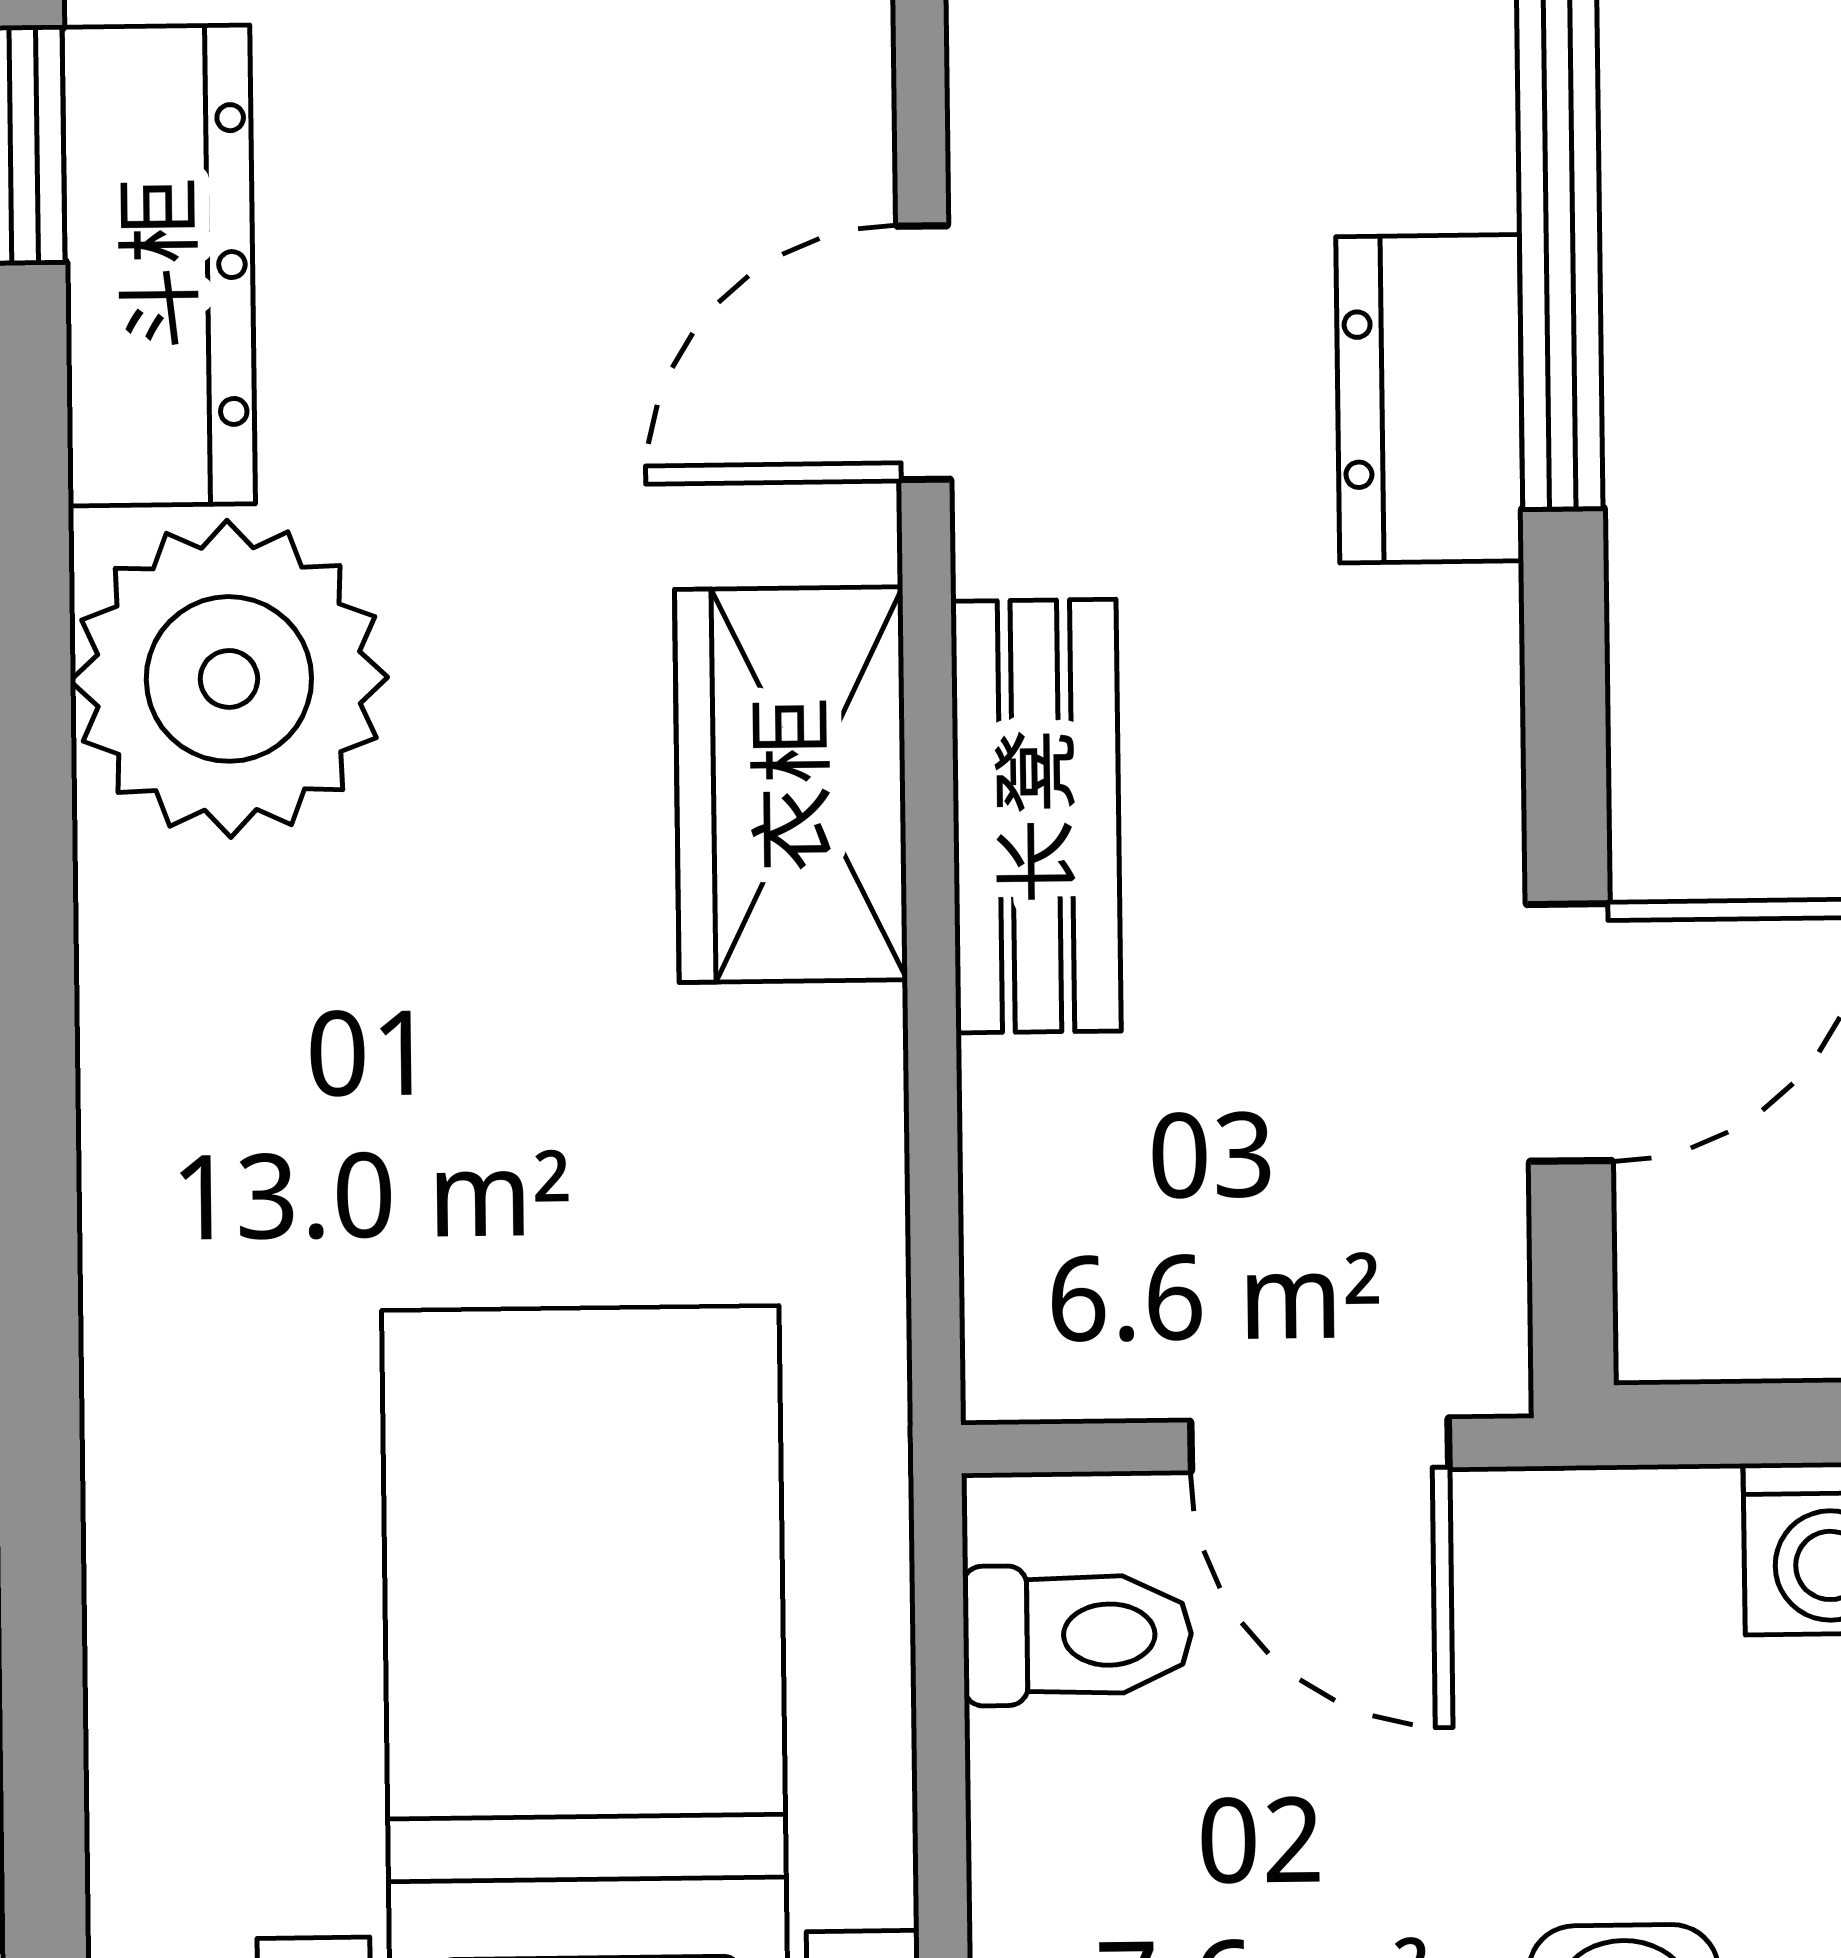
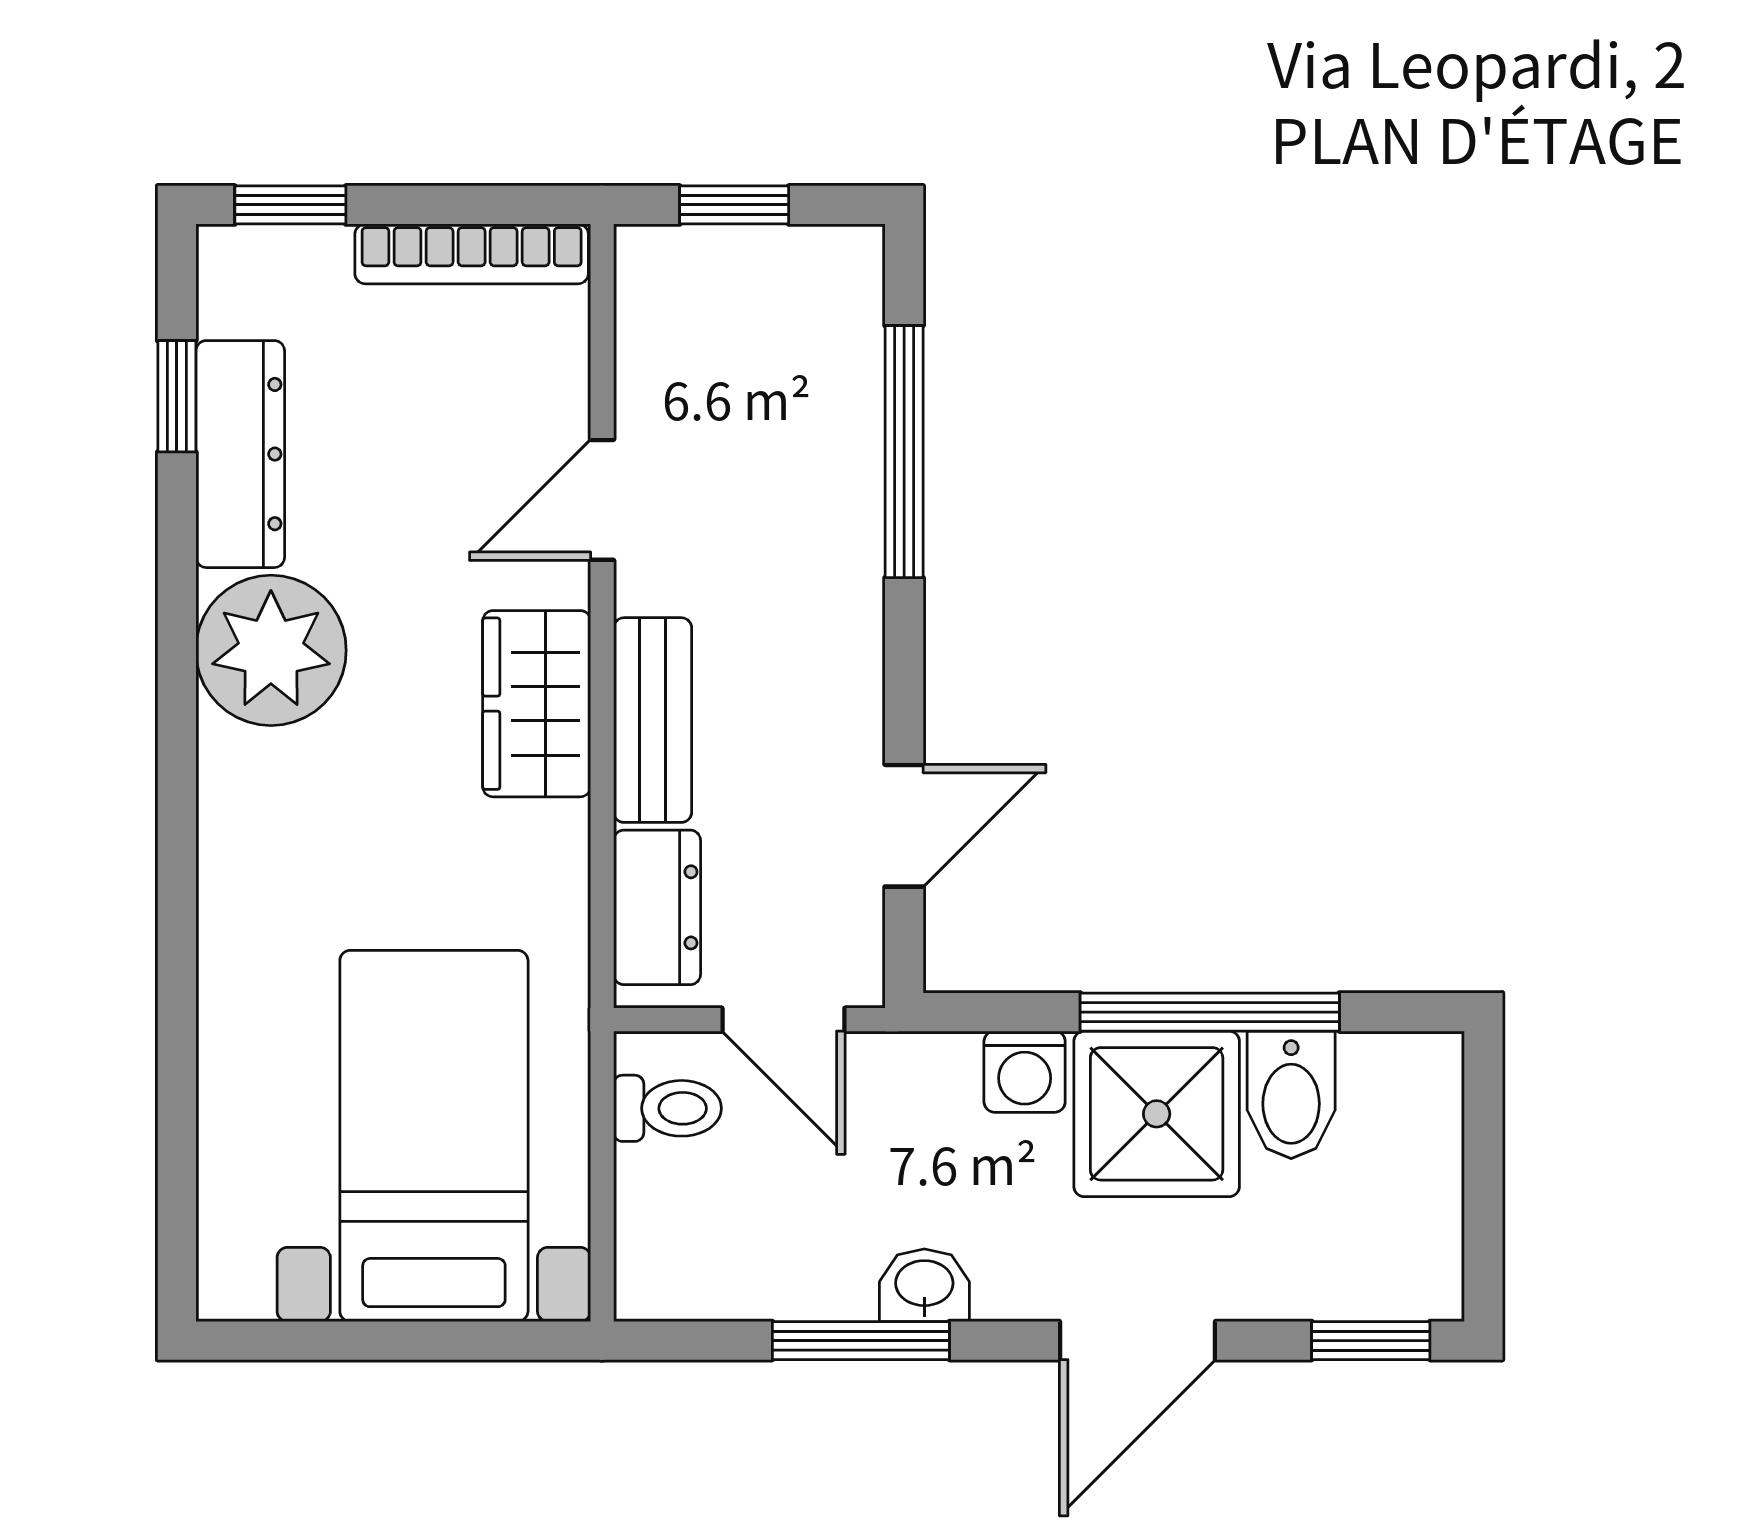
dresser: (1430, 399) -> (657, 907), moved, turned 180

